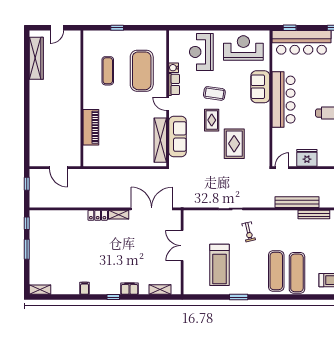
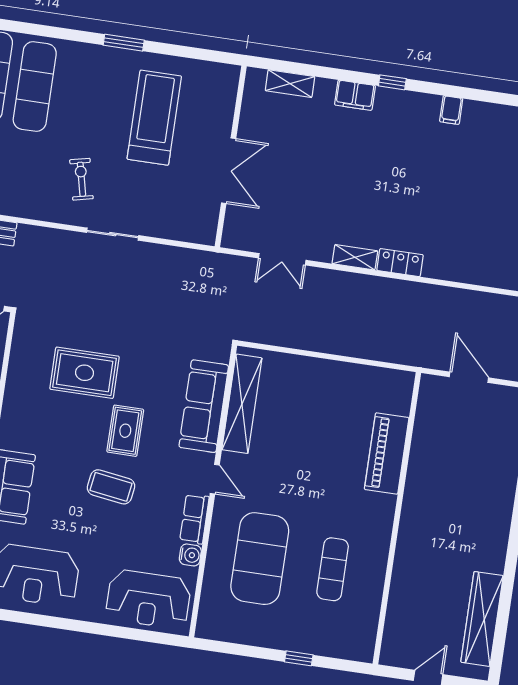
reception desk: (201, 52) -> (148, 599), moved, turned 90
rug: (234, 144) -> (85, 373), turned 90
double door: (152, 209) -> (282, 259), width x0.54

